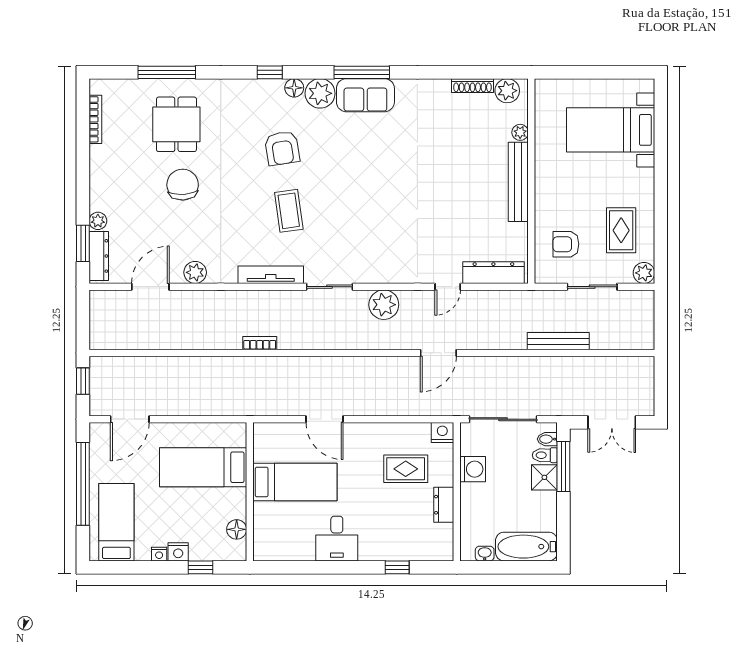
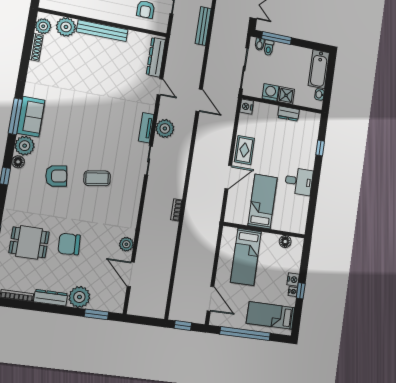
plant: (520, 132) -> (66, 27), width x1.88, depth x1.88
plant: (98, 221) -> (79, 297), width x1.88, depth x1.88
dresser: (99, 256) -> (51, 298), moved
tv unit: (271, 275) -> (146, 128), moved, width x0.71
rug: (406, 469) -> (244, 150), moved
shower: (544, 477) -> (286, 95), moved
window: (201, 567) -> (301, 291), moved

